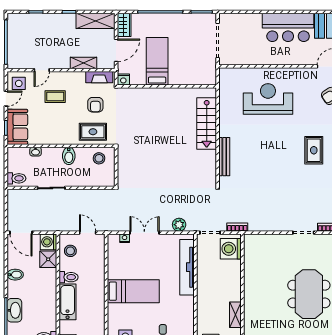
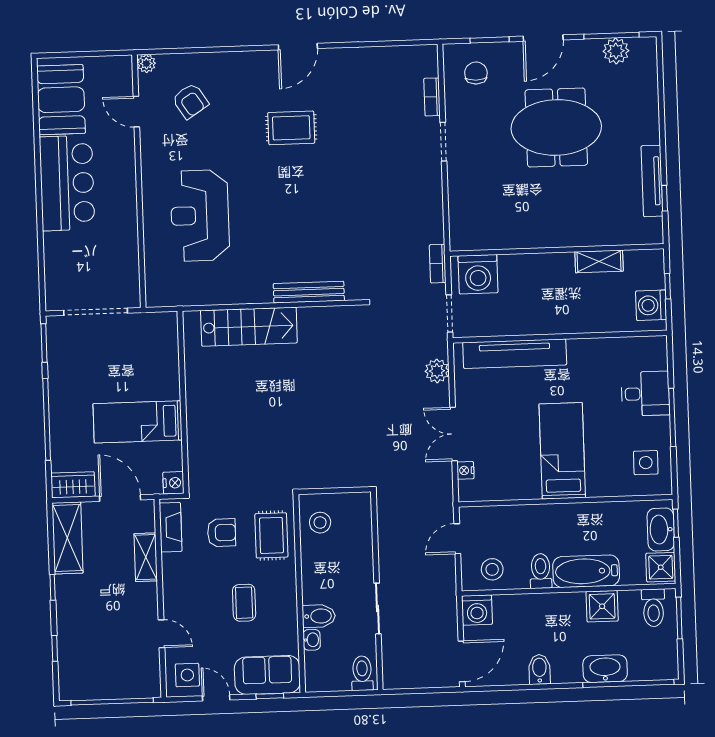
coffee table: (55, 97) -> (244, 603), moved
bidet: (69, 156) -> (319, 616), moved
shower: (48, 259) -> (602, 606), moved

